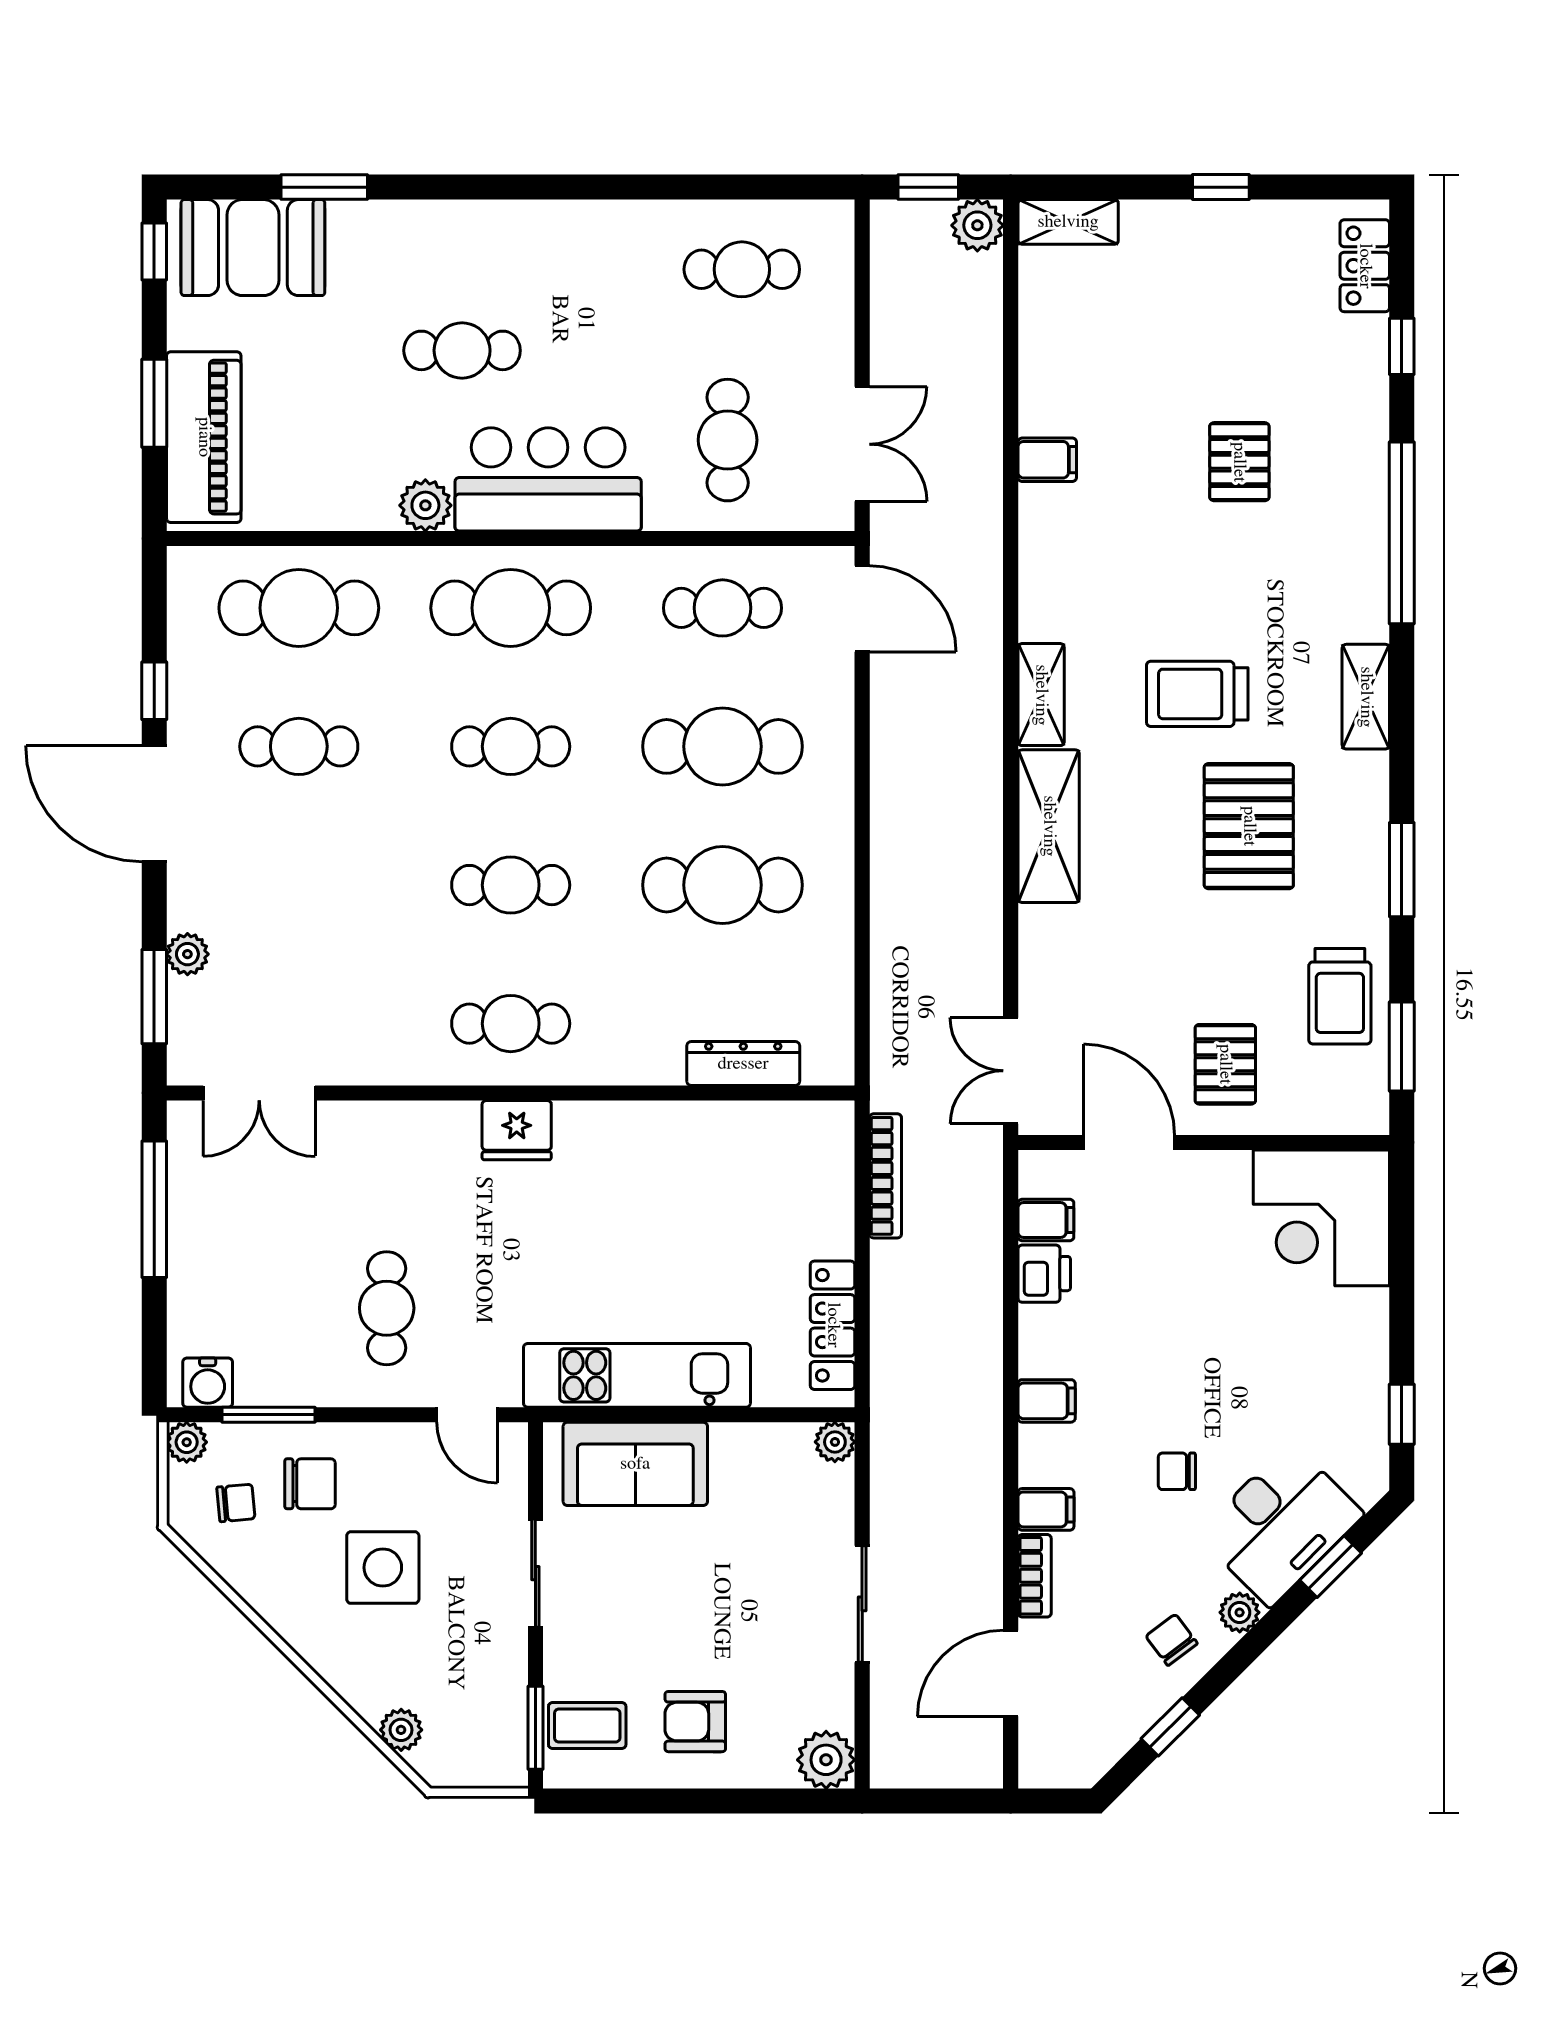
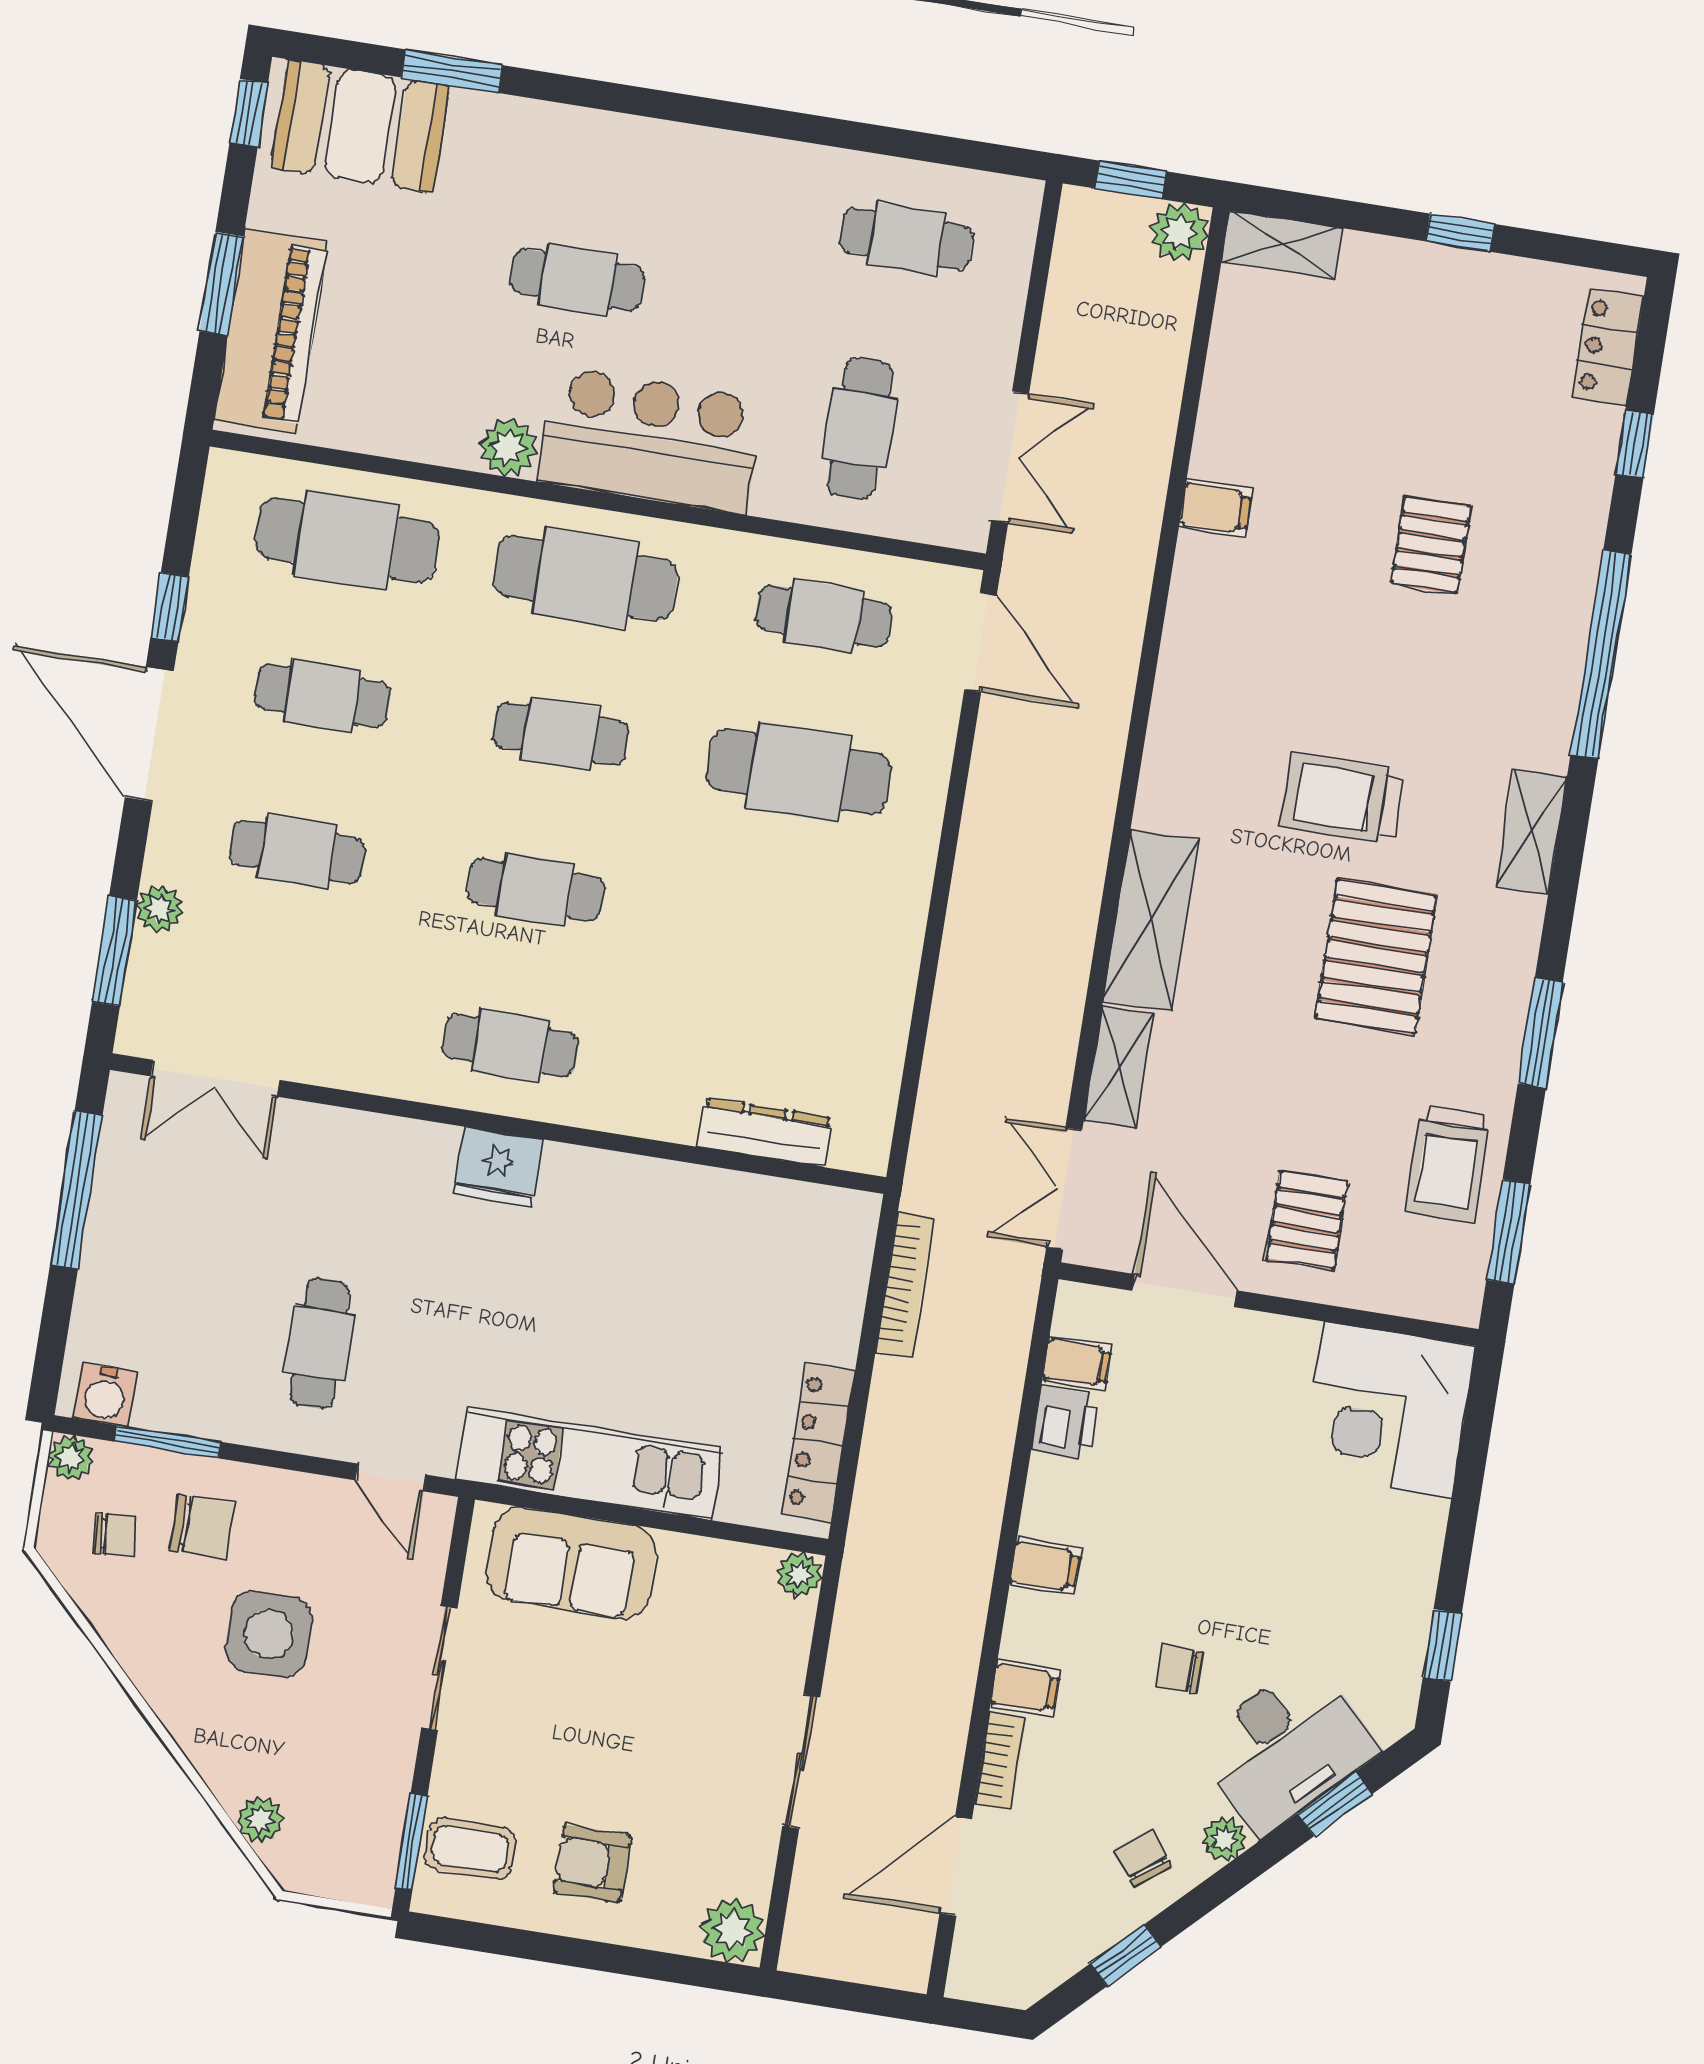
shelving: (1041, 695) -> (1119, 1067), moved
cafe table: (723, 885) -> (297, 851), moved, width x0.73, depth x0.74

